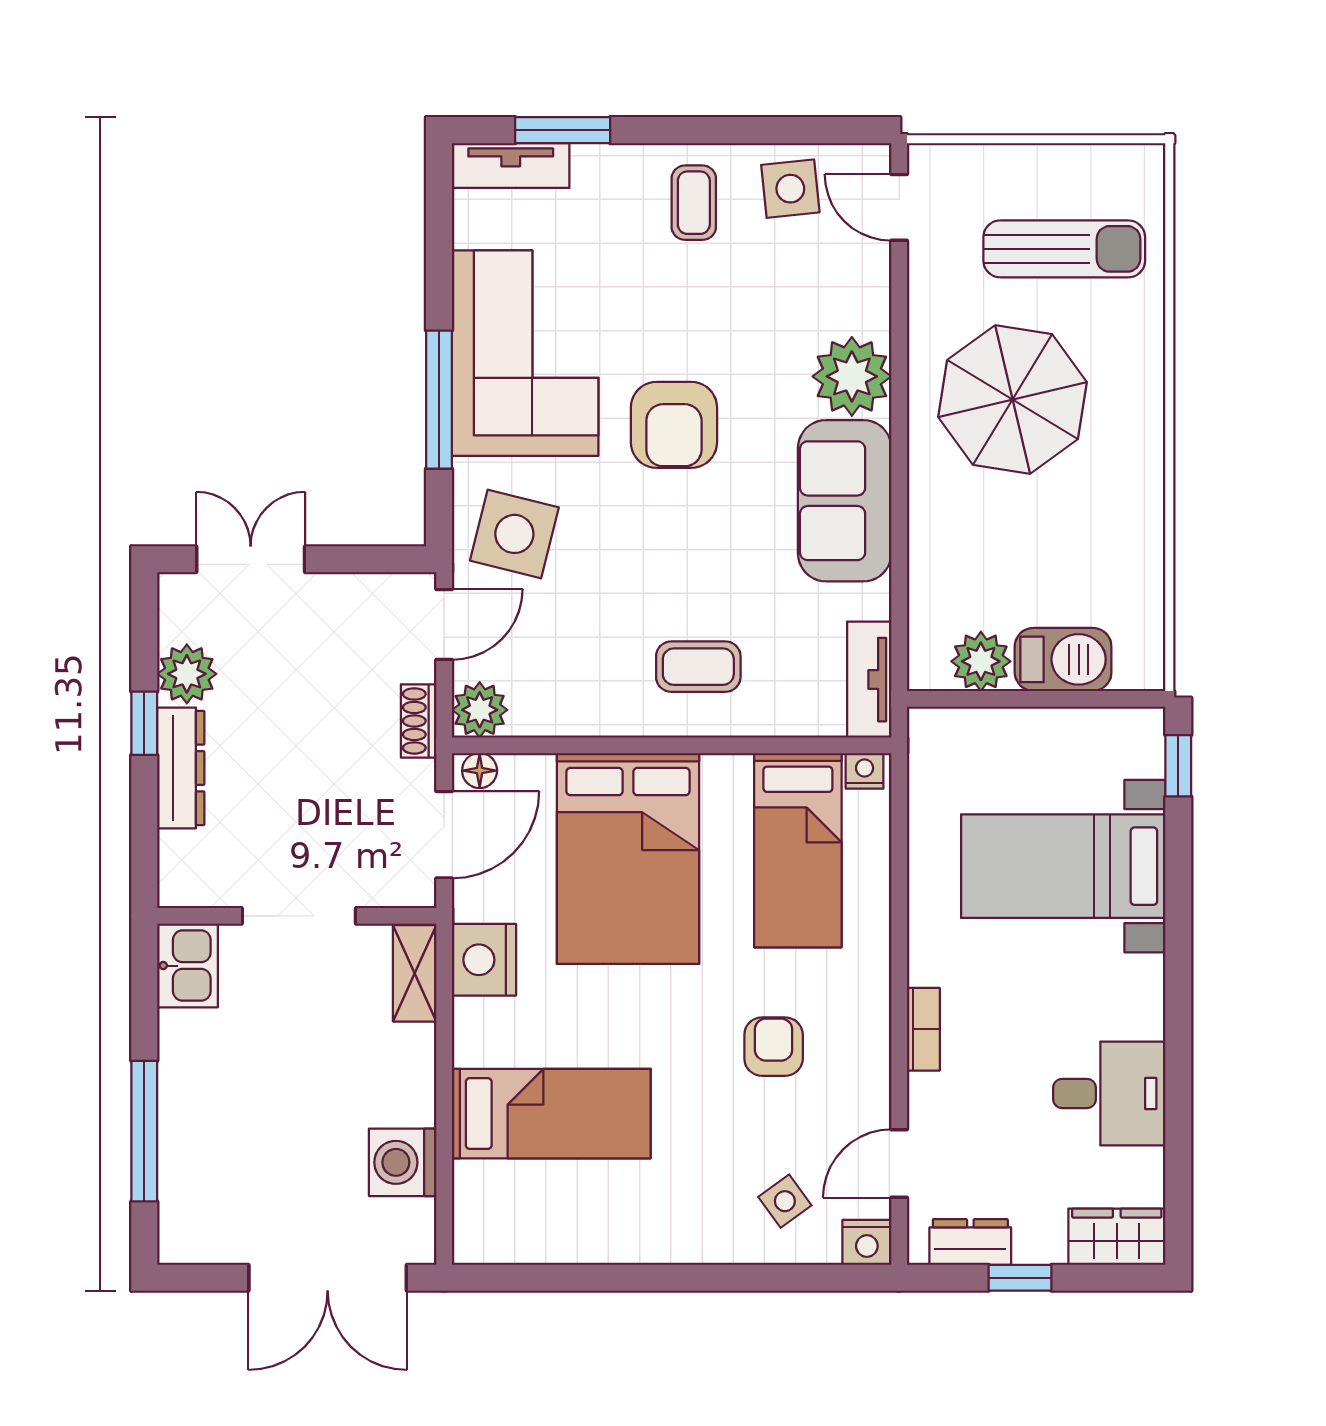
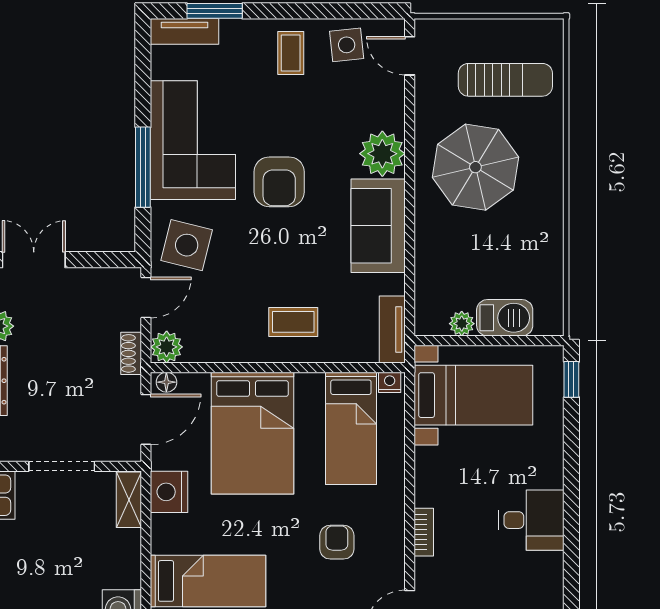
plant: (981, 661) -> (462, 324), width x0.73, depth x0.73
bed with nightstands: (1063, 866) -> (473, 395), moved, turned 180
desk: (1109, 1093) -> (531, 520), moved

